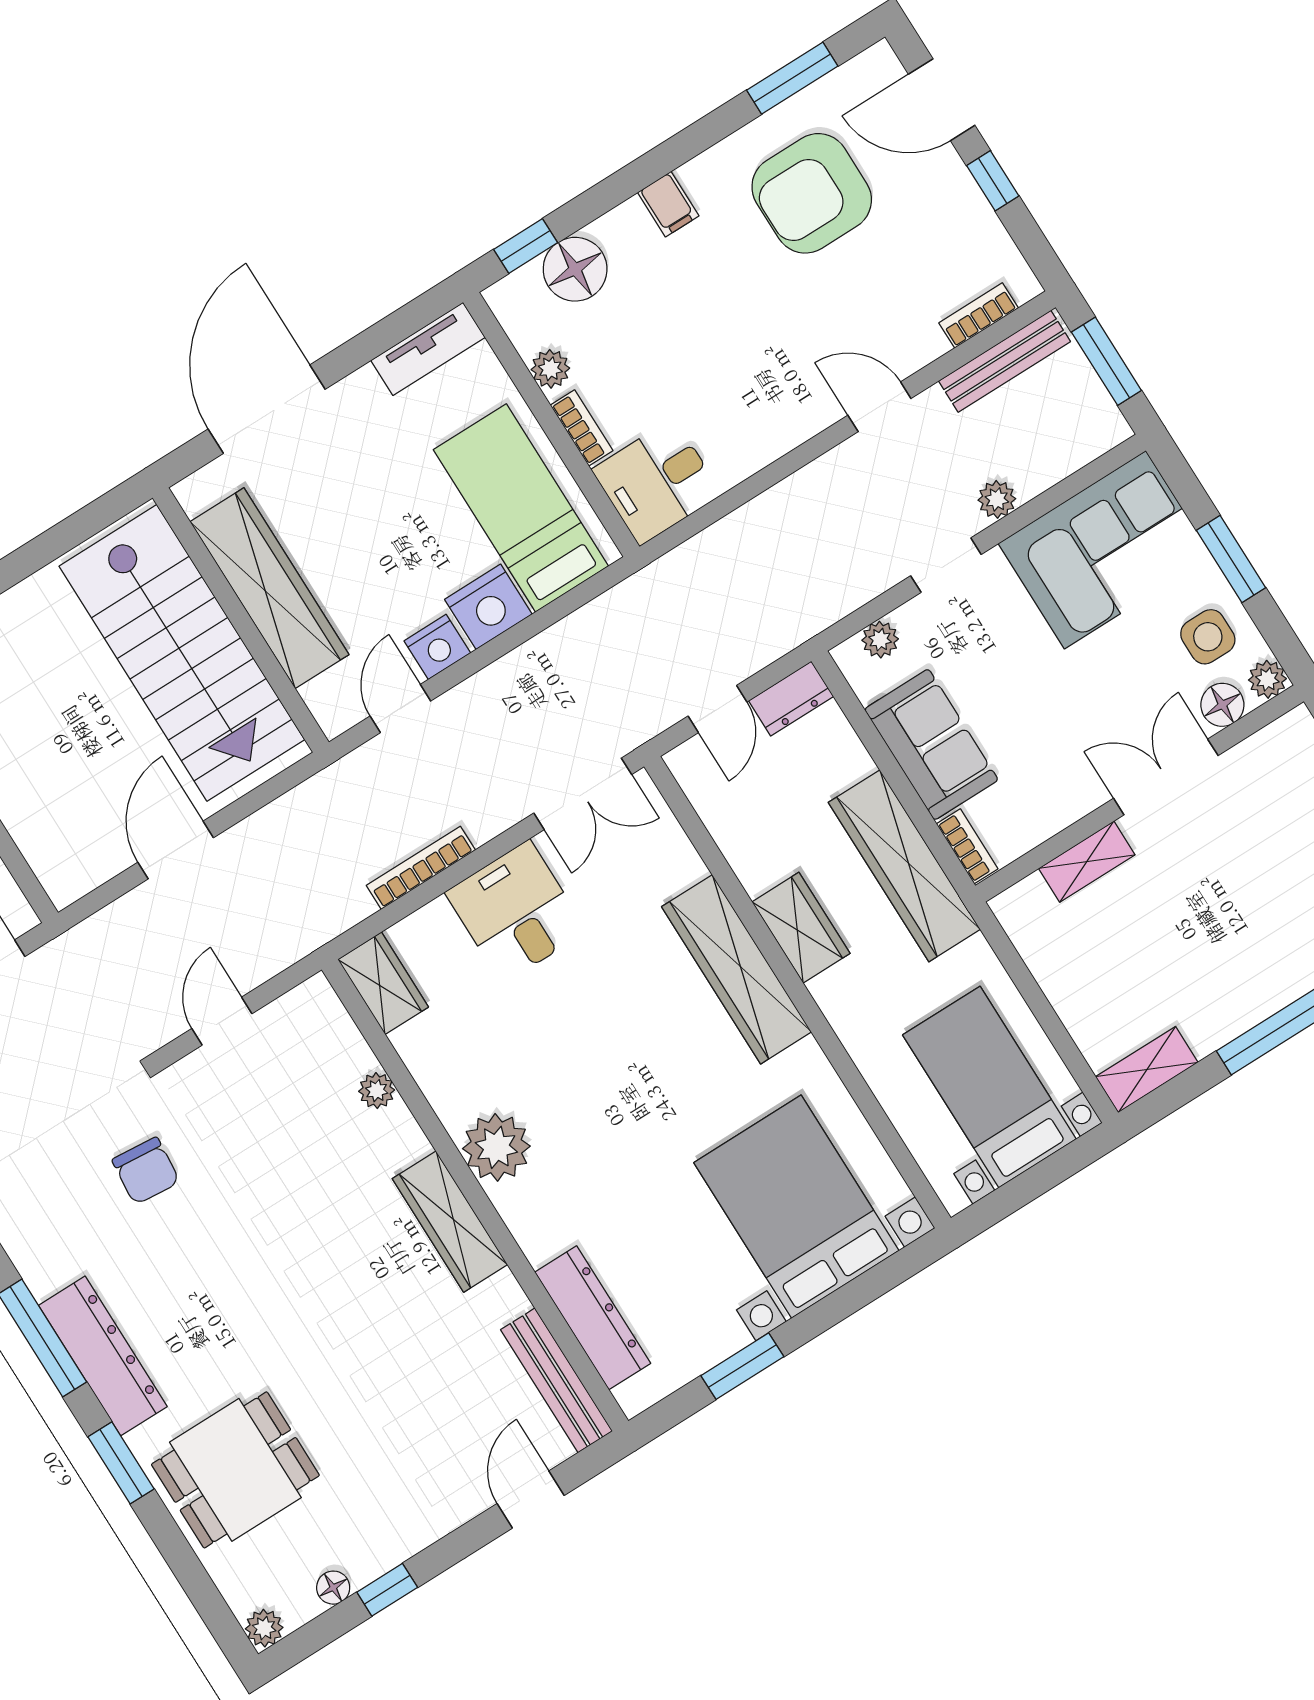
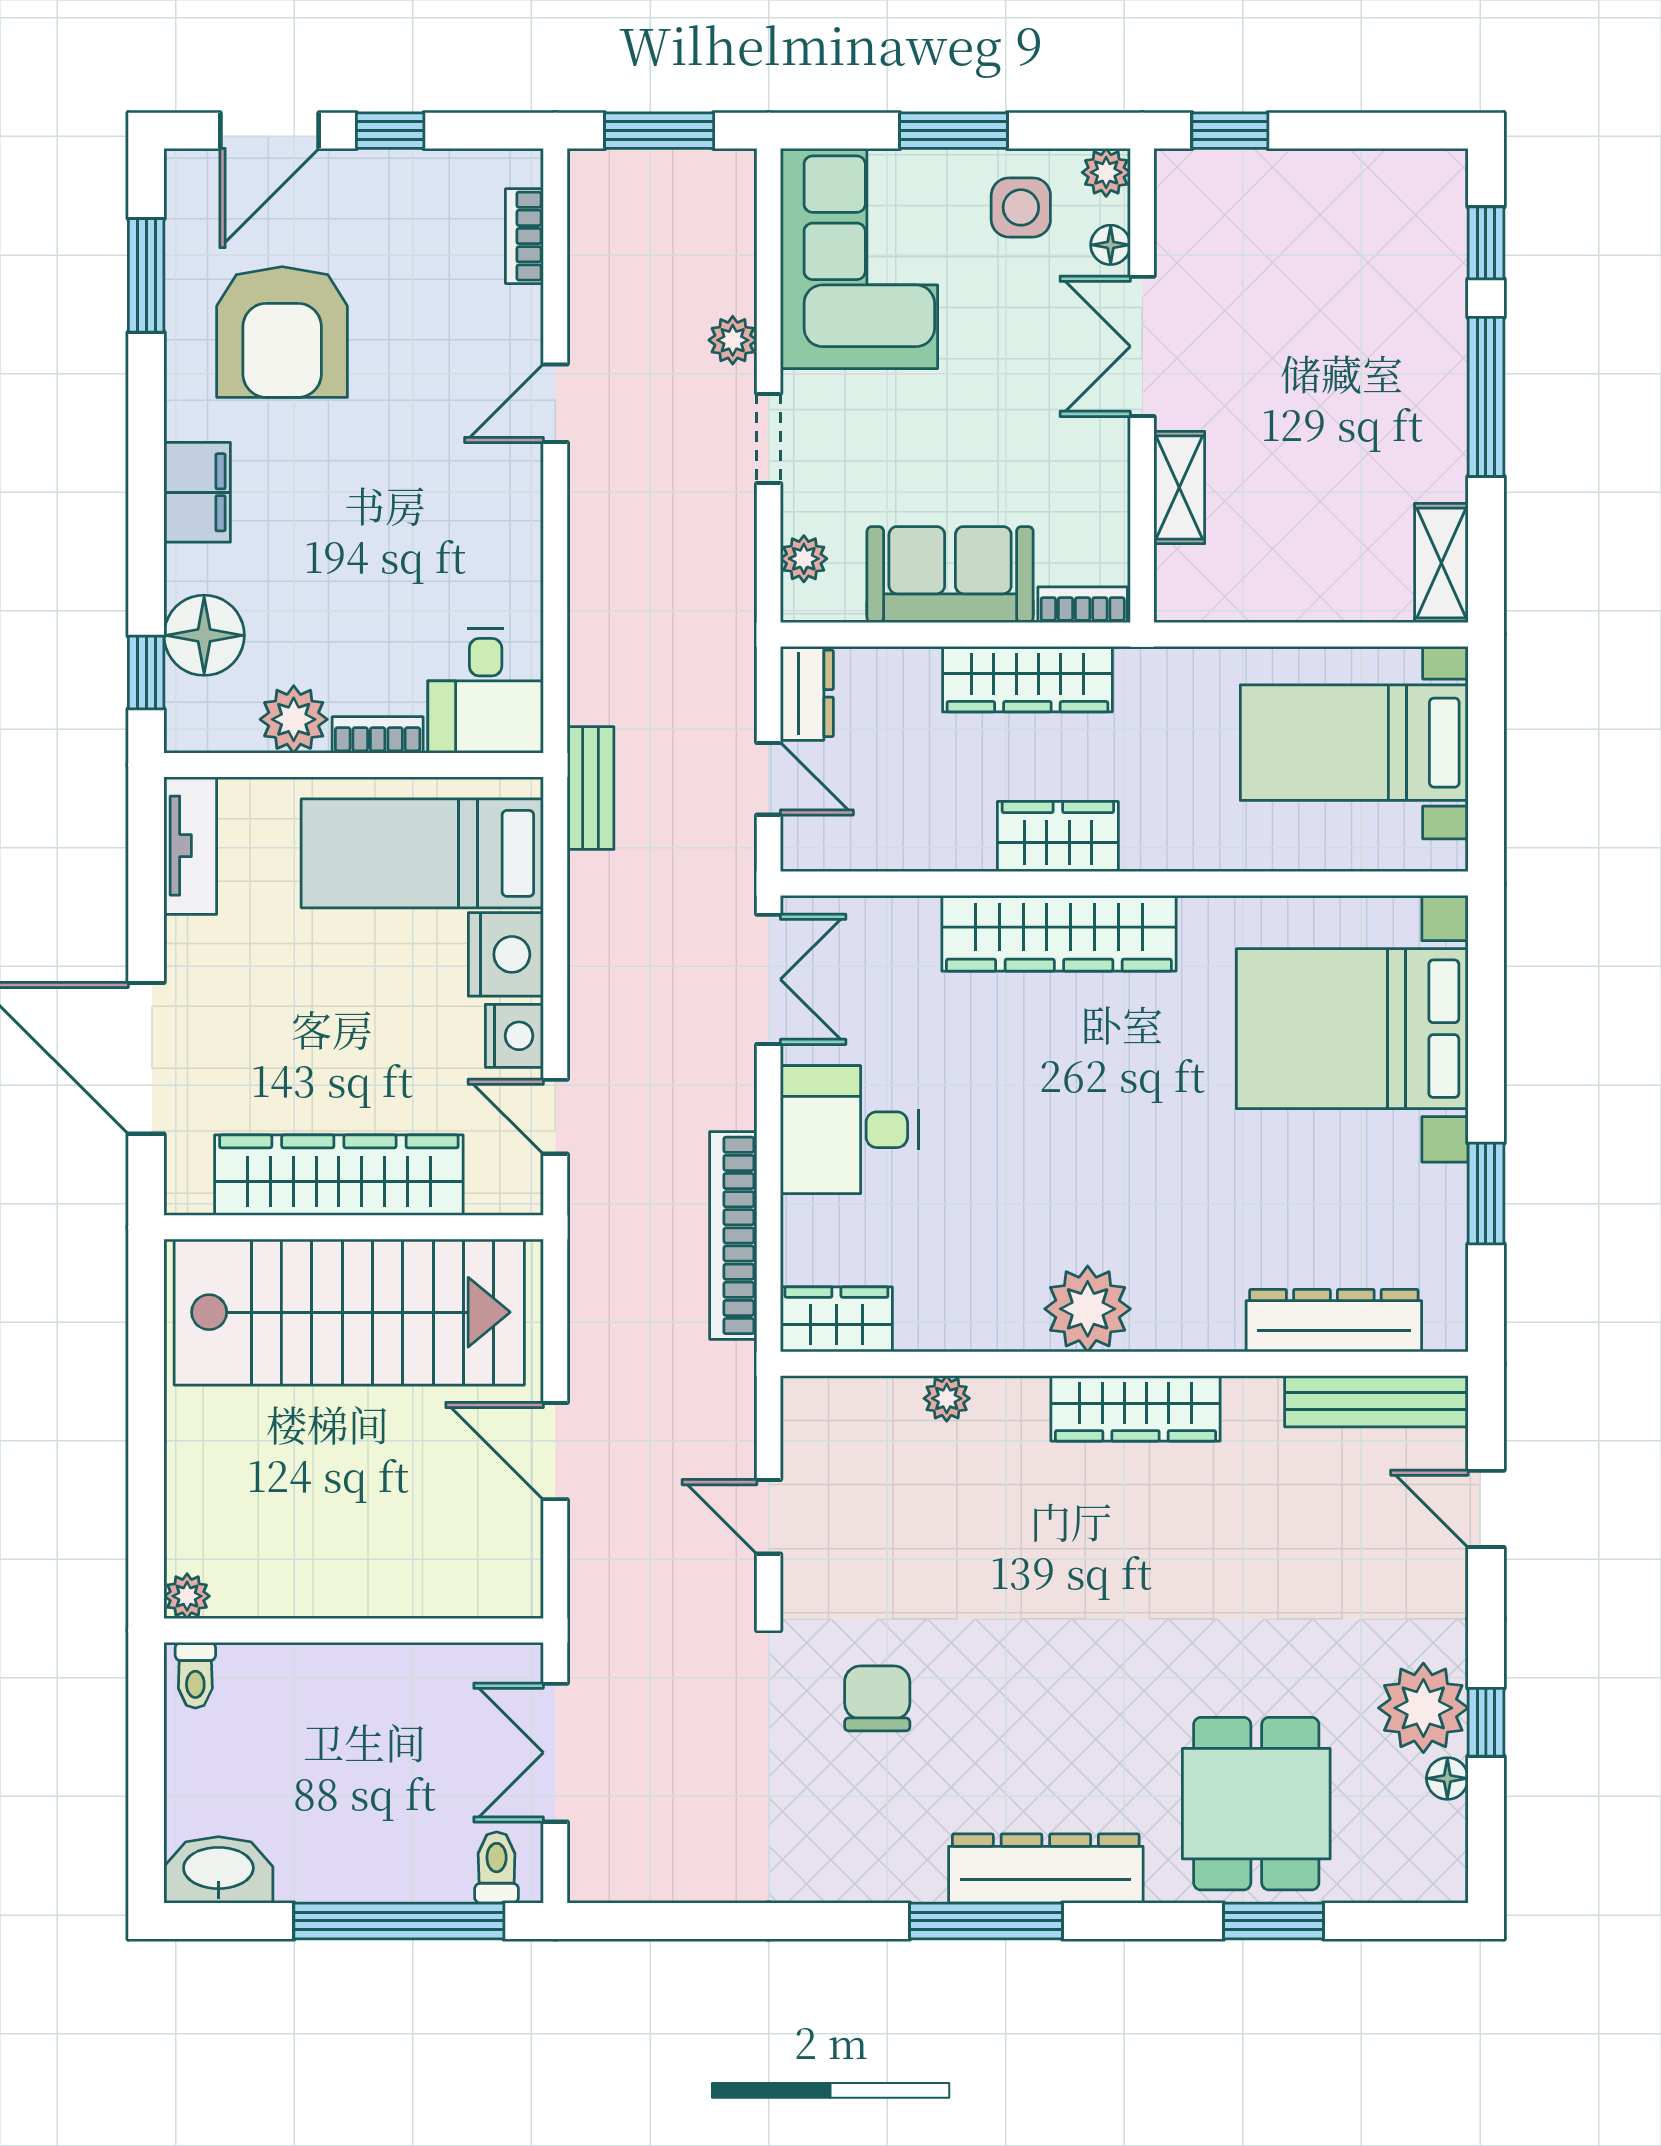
filing cabinet: (668, 204) -> (197, 492), width x2.00
bench: (1004, 361) -> (590, 788), moved, width x0.73
plant: (550, 369) -> (294, 719), width x1.38, depth x1.38
floor lamp: (1222, 705) -> (1111, 245), width x0.73, depth x0.73
wardrobe: (904, 866) -> (1027, 679), width x0.71, depth x0.85
bookcase: (421, 868) -> (733, 1235), width x1.48, depth x1.31
chair: (146, 1171) -> (877, 1698), turned -95
window: (121, 1463) -> (1273, 1921), moved
plant: (264, 1628) -> (1423, 1708), moved, width x1.88, depth x1.88

